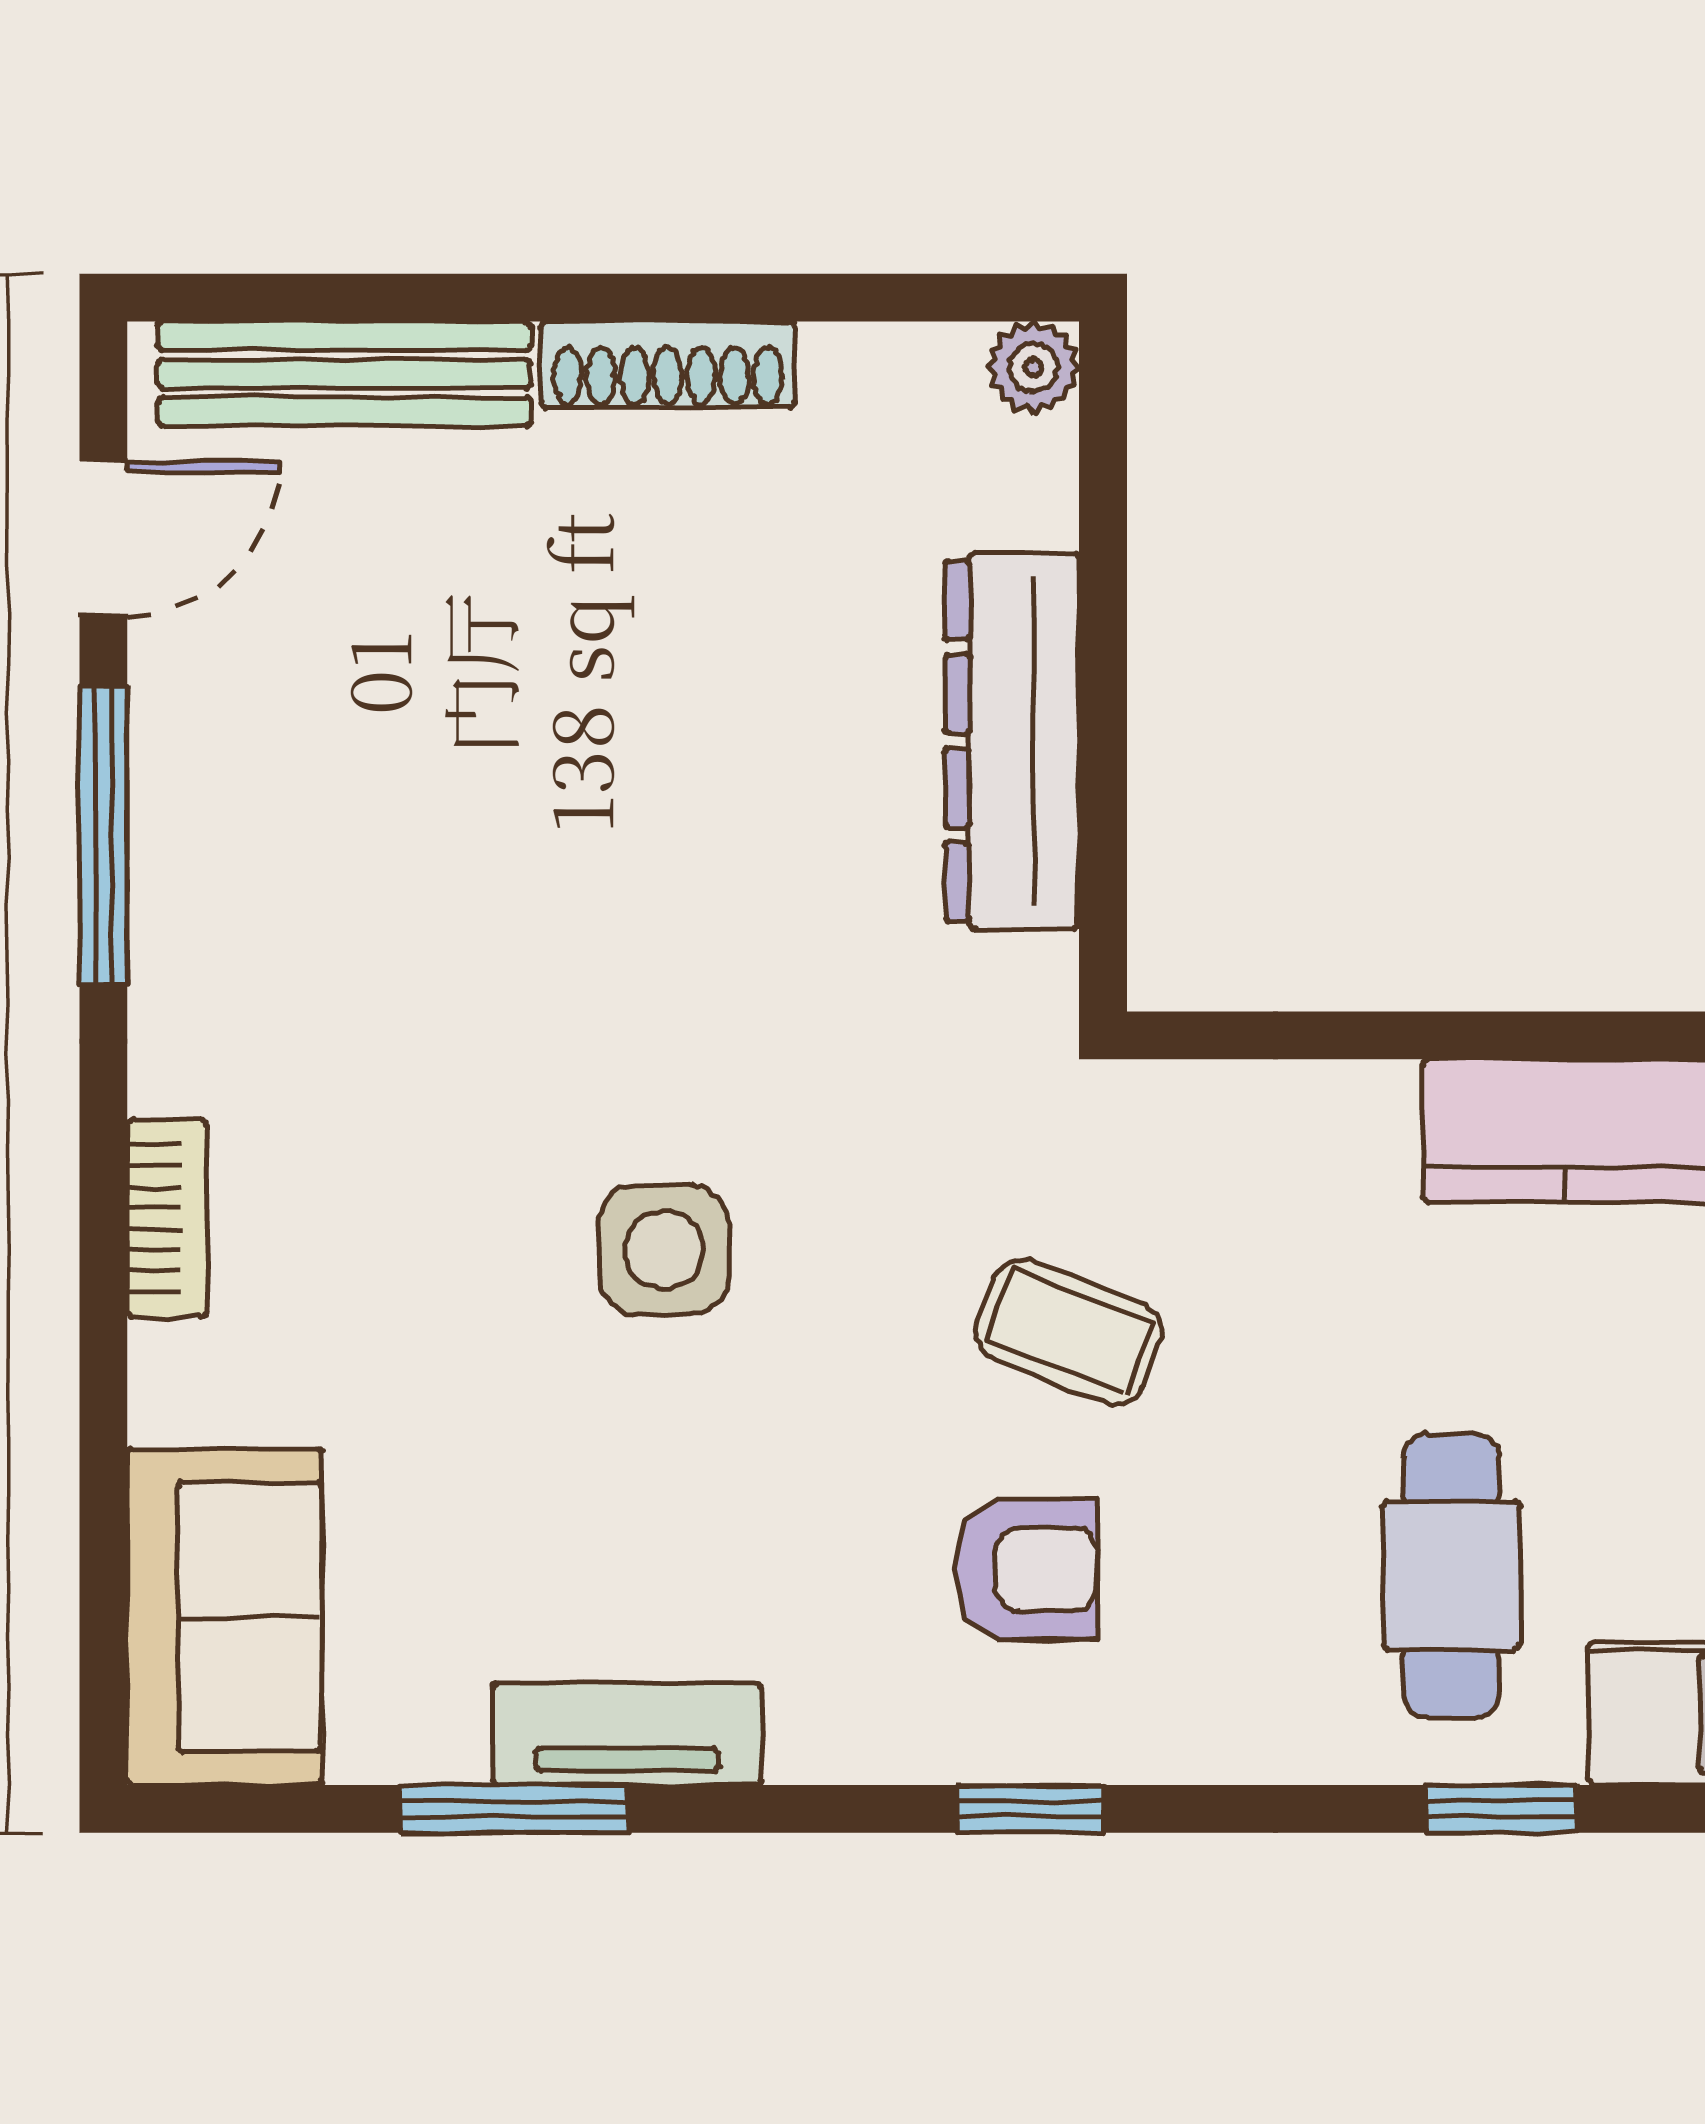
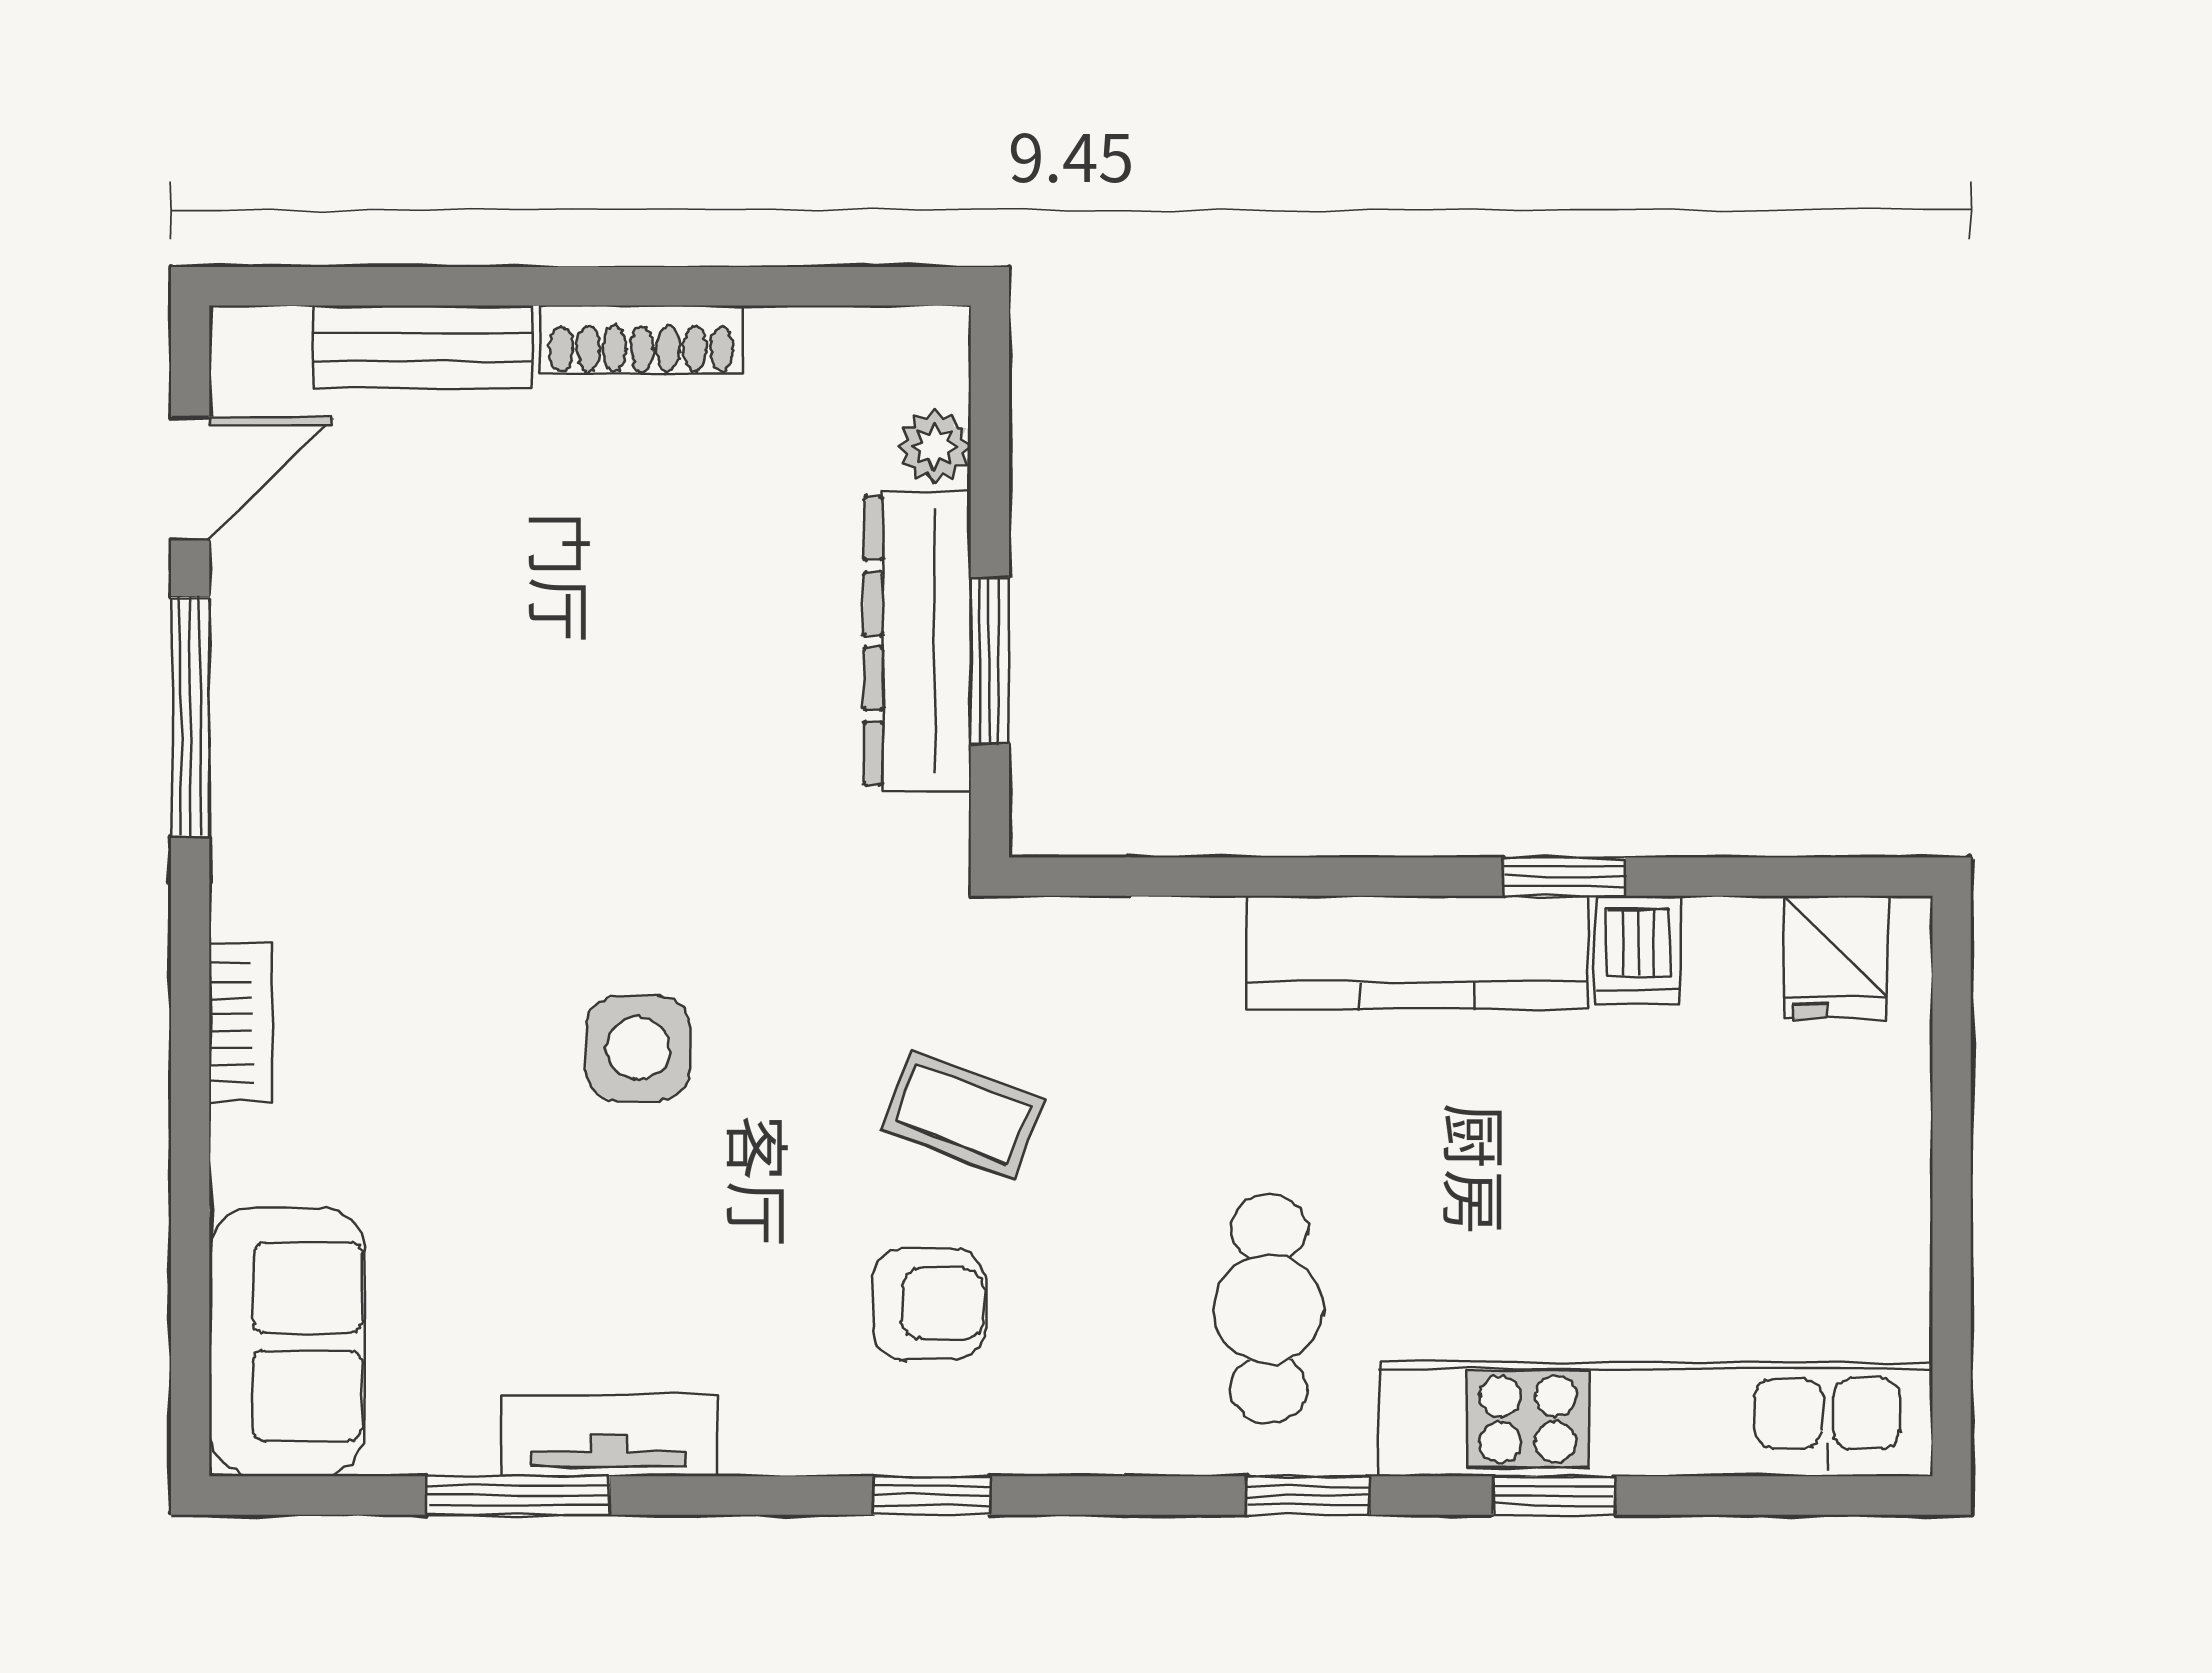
plant: (1033, 367) -> (934, 446), moved
bench: (344, 374) -> (423, 347), width x0.73
window: (1103, 766) -> (990, 661), added

